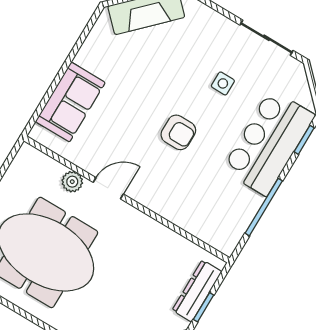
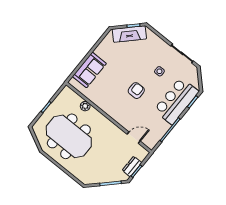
armchair: (178, 132) -> (136, 91), turned -90
door: (108, 188) -> (134, 138), moved
dresser: (197, 291) -> (132, 167), width x0.70

